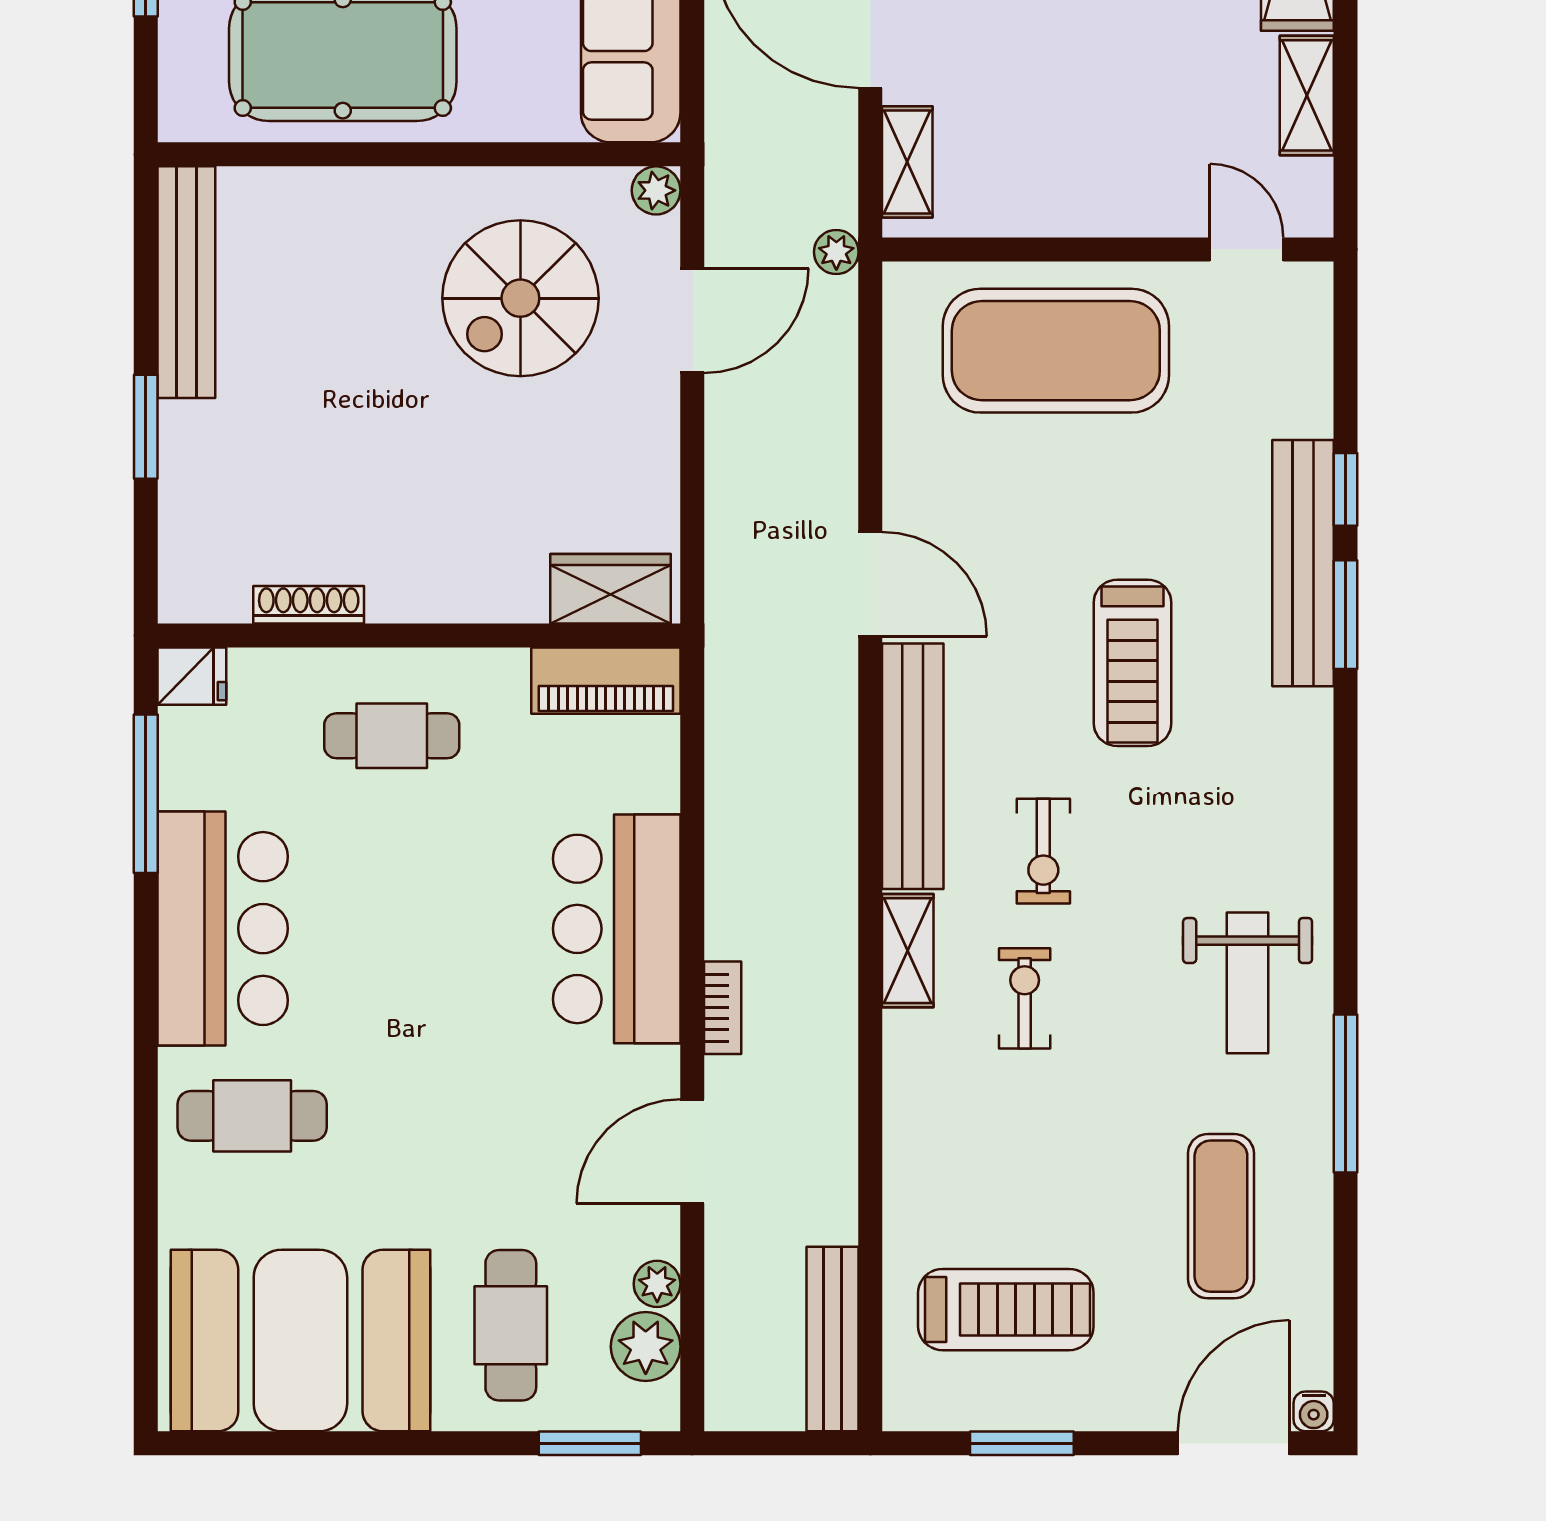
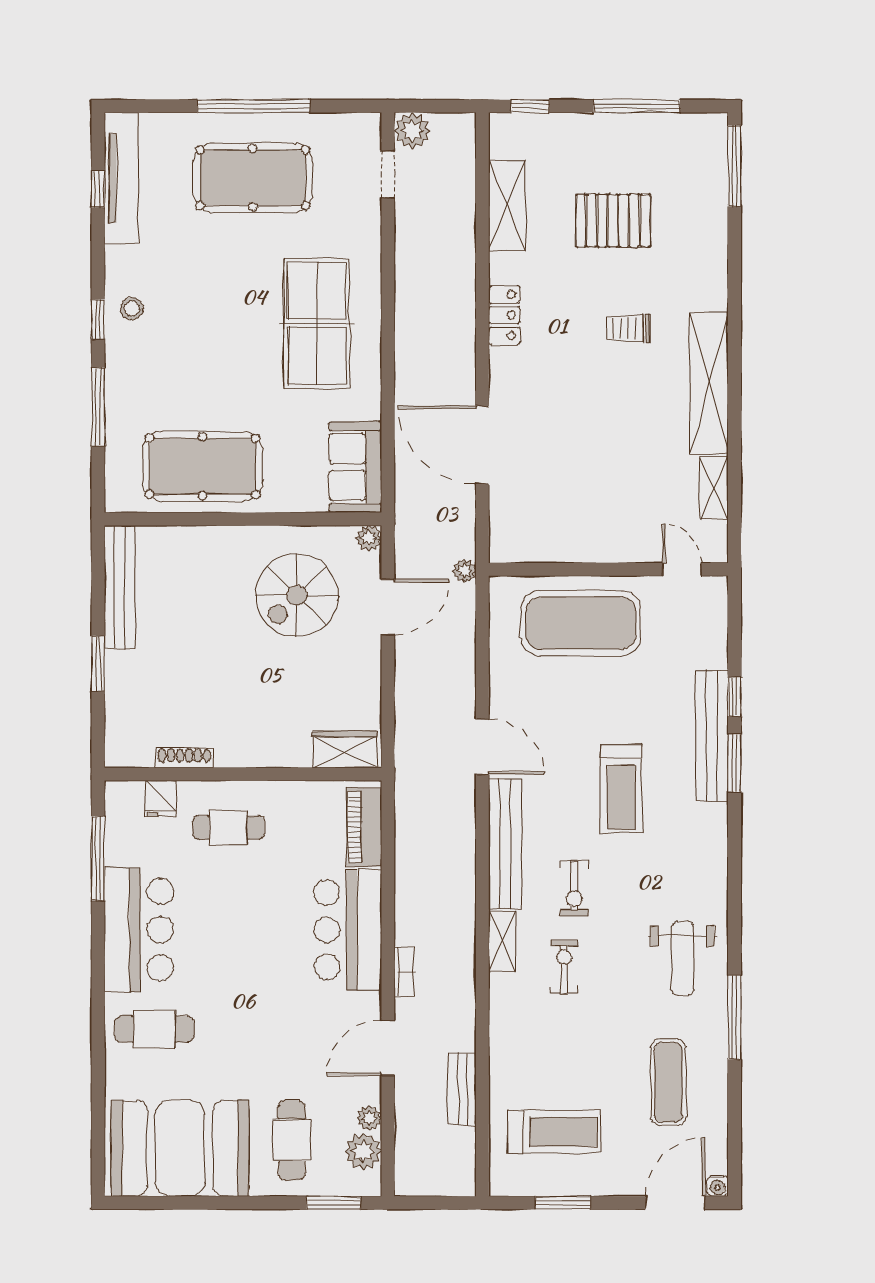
shelving: (907, 162) -> (502, 523), removed
fridge: (192, 676) -> (160, 799), moved, turned 90
piano: (606, 681) -> (364, 827), moved, turned 90
bench: (833, 1339) -> (462, 1089), moved, width x0.73

